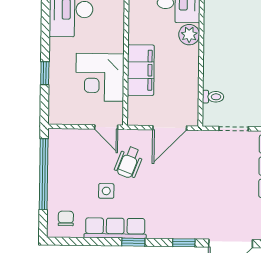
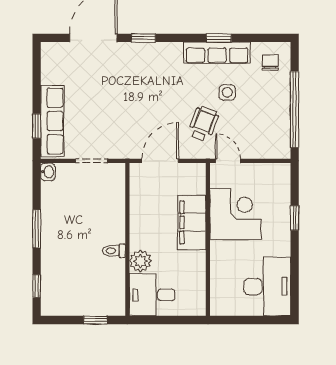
toilet: (213, 97) -> (114, 251), moved
chair: (66, 218) -> (270, 62), turned 180
window: (133, 242) -> (219, 38), moved

